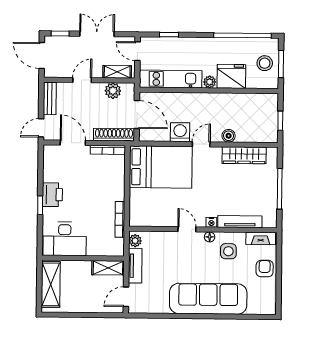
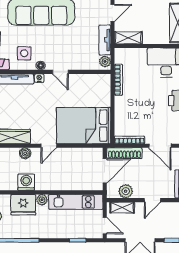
door: (137, 115) -> (105, 171), swing flipped
washing machine: (180, 132) -> (26, 182), moved, turned 180

